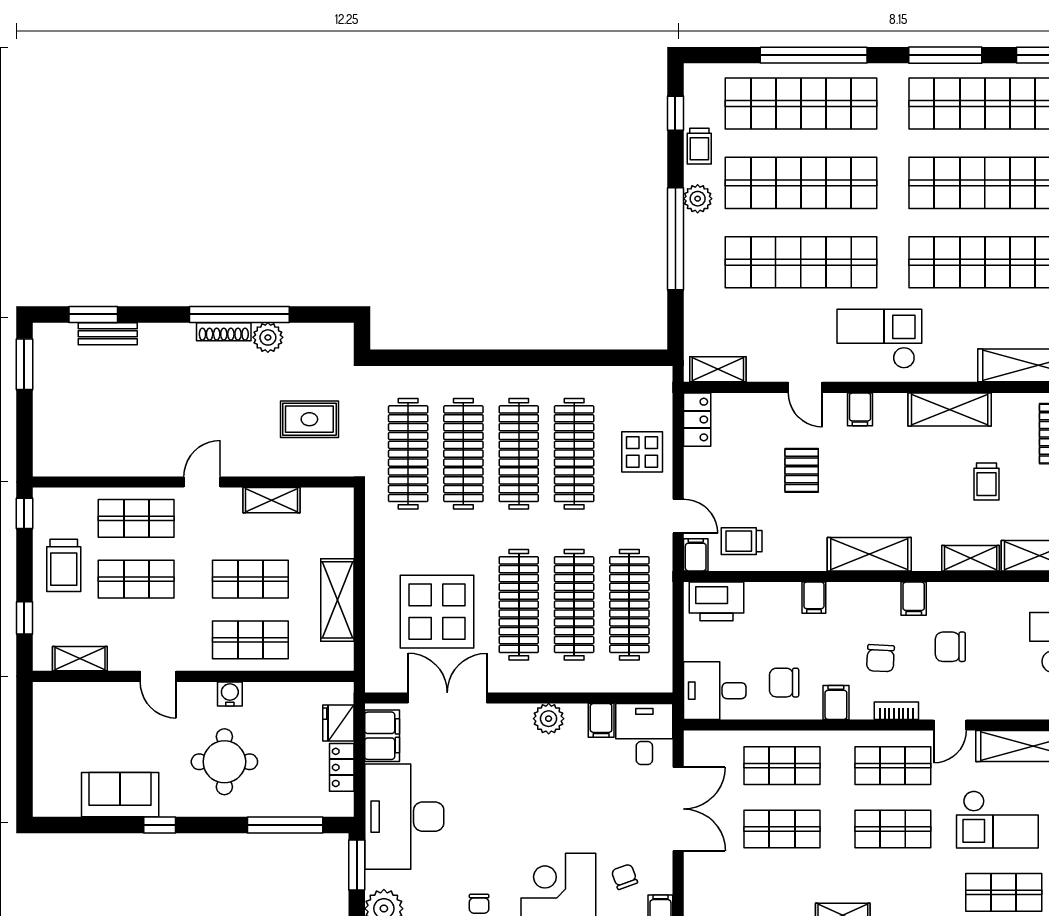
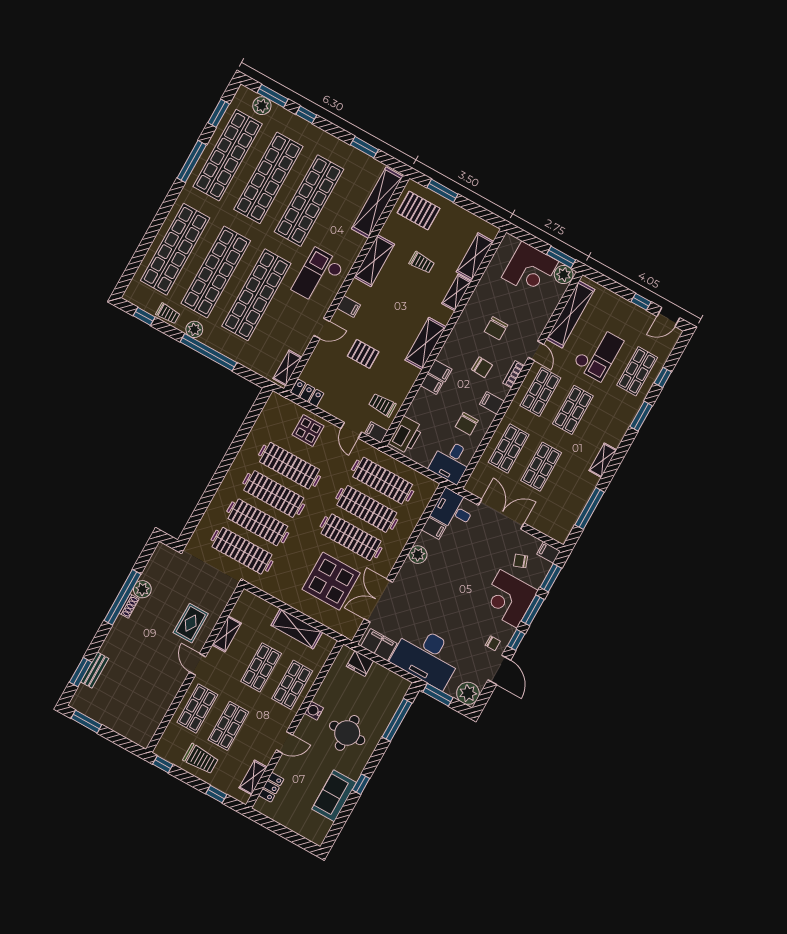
window: (814, 55) -> (154, 229), removed
shoe rack: (224, 332) -> (129, 606), width x0.70
rug: (309, 419) -> (191, 623), moved
door: (678, 516) -> (351, 430), swing flipped
trolley: (742, 541) -> (382, 405), turned 90
filing cabinet: (914, 599) -> (440, 371), moved
locker: (342, 767) -> (271, 787), moved, turned -90

